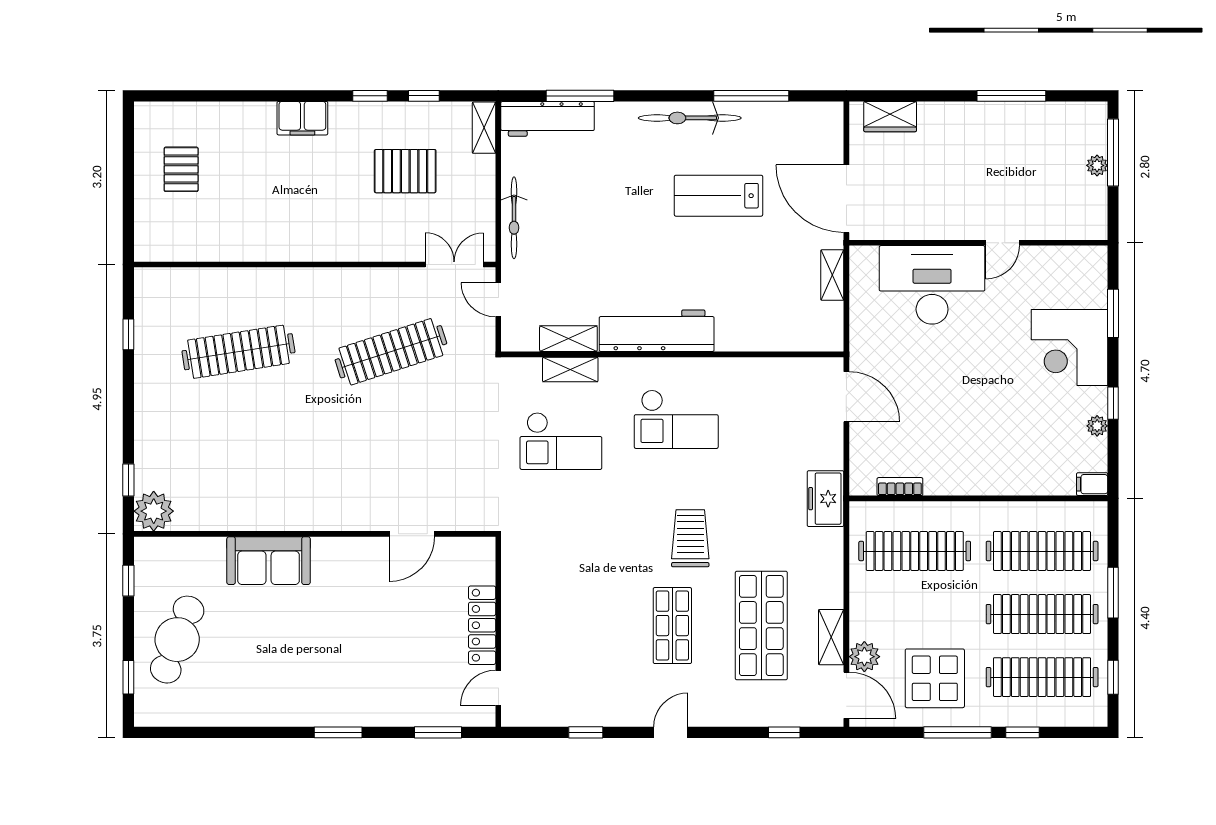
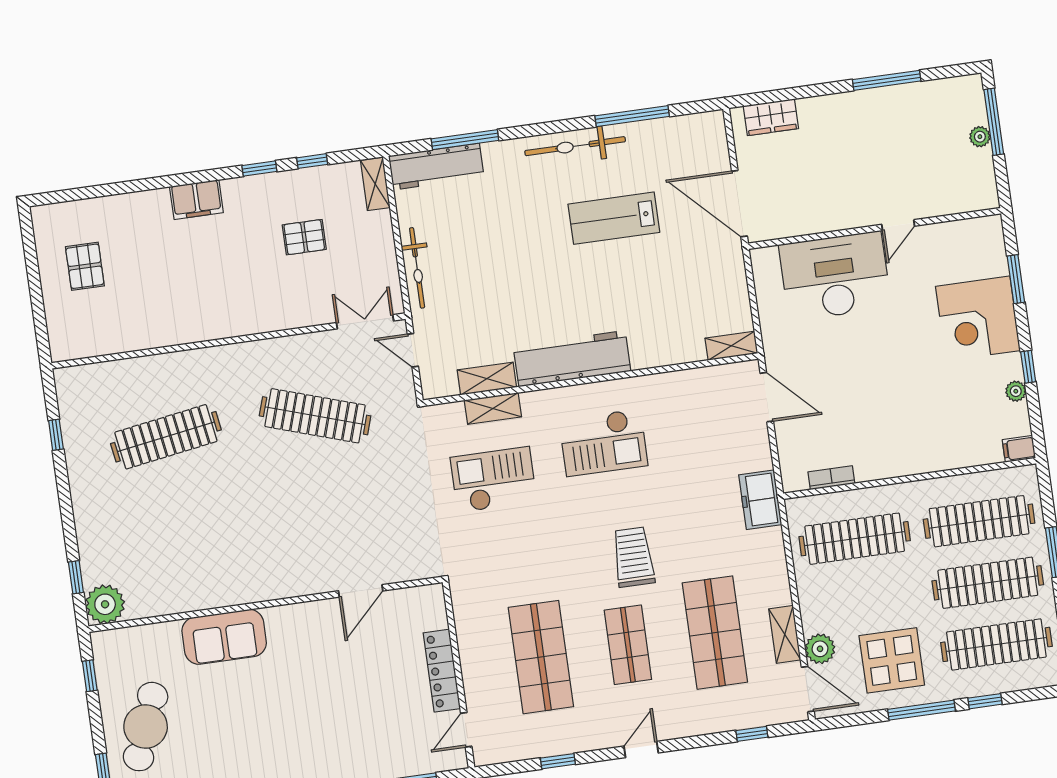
pallet: (405, 171) -> (304, 237), width x0.67, depth x0.71
shelving: (832, 275) -> (731, 346), moved, turned 90
clothes rail: (391, 352) -> (315, 416), turned 36
checkout: (561, 441) -> (494, 480), turned 180
shop shelf: (583, 626) -> (541, 657), added

